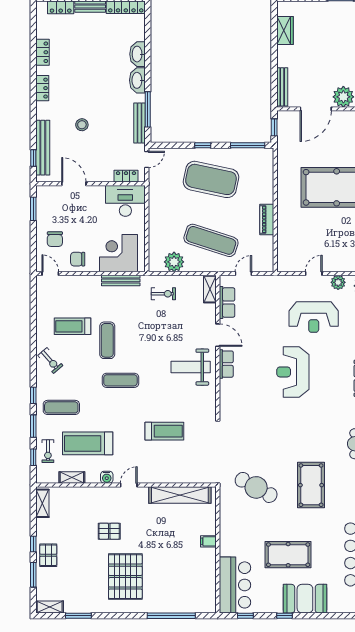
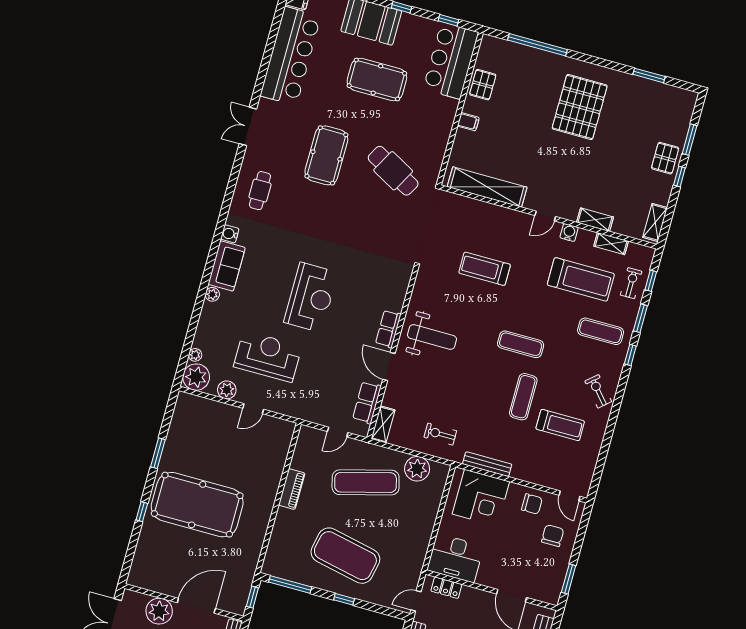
exercise mat: (211, 240) -> (366, 482), turned -33
pallet: (109, 531) -> (483, 85), moved, turned 90
shelving: (50, 607) -> (595, 220), moved

